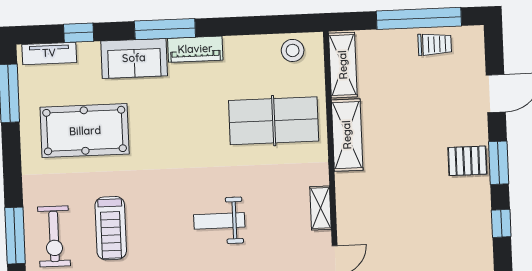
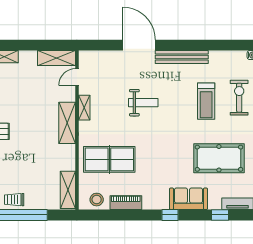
window: (165, 29) -> (170, 215), width x0.46
piano: (195, 49) -> (126, 203), moved
shelving: (347, 135) -> (67, 123), moved
treadmill: (111, 228) -> (206, 101), turned 180

